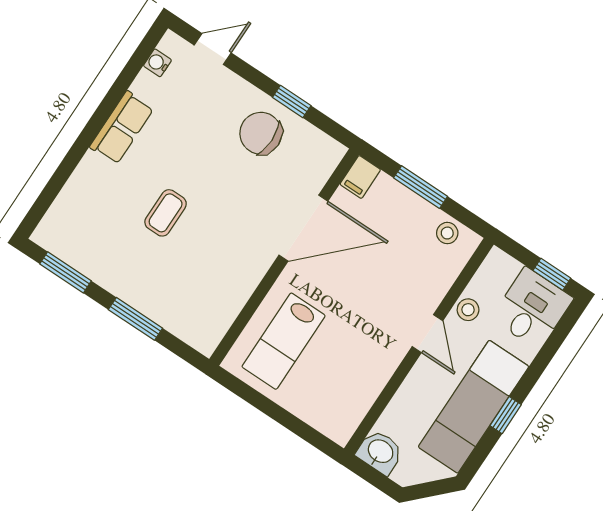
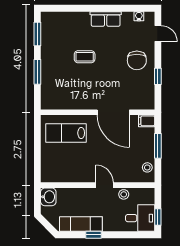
chair: (261, 133) -> (137, 60), moved, turned 180
door: (427, 334) -> (105, 185), swing flipped
exam couch: (474, 407) -> (81, 224), width x0.73, depth x0.69

